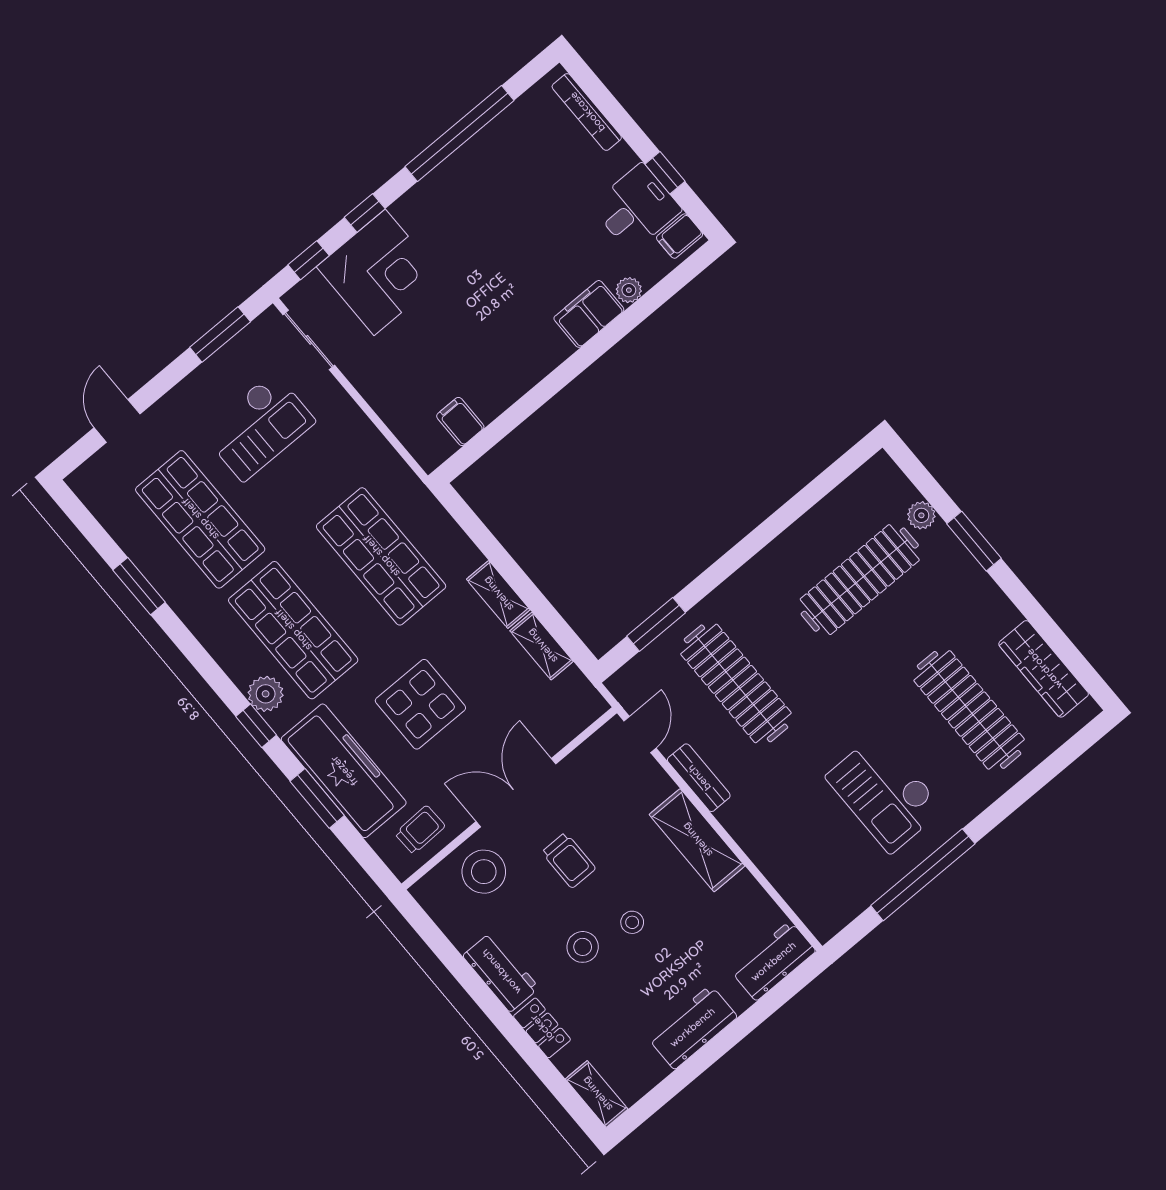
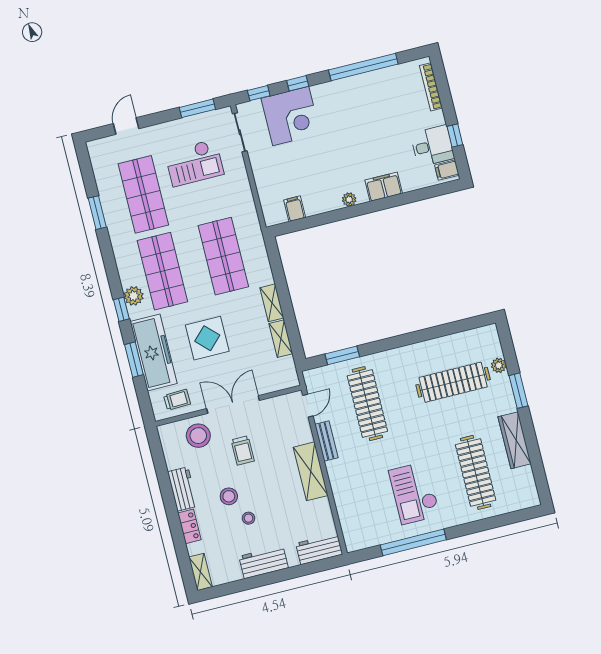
plant: (629, 290) -> (349, 199), moved
wardrobe: (1044, 669) -> (515, 440), moved
stool: (632, 922) -> (249, 518), moved

